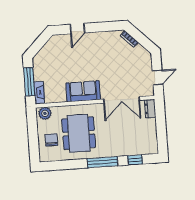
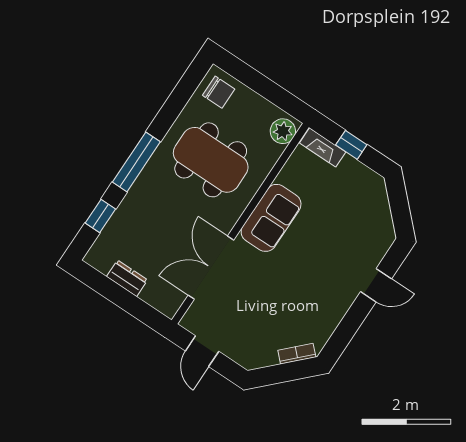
door: (77, 29) -> (376, 285), swing flipped
window: (29, 82) -> (351, 145), width x0.46
dresser: (150, 109) -> (127, 278), moved
chair: (51, 140) -> (219, 92), moved

